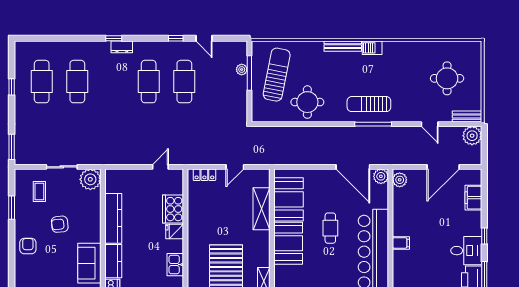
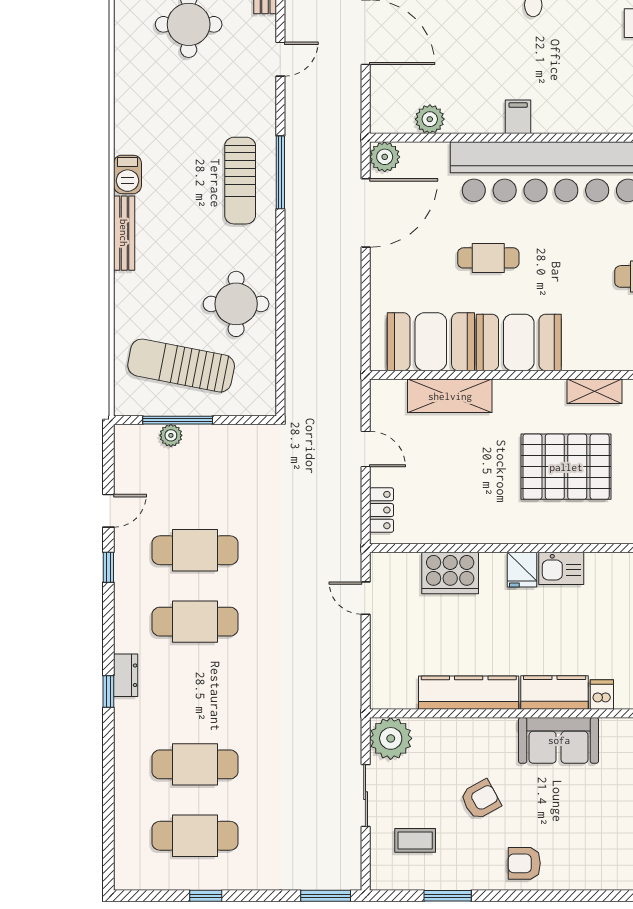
plant: (400, 180) -> (430, 119), moved
armchair: (60, 224) -> (481, 800), turned -113
fridge: (175, 232) -> (522, 570), moved

